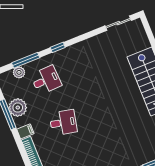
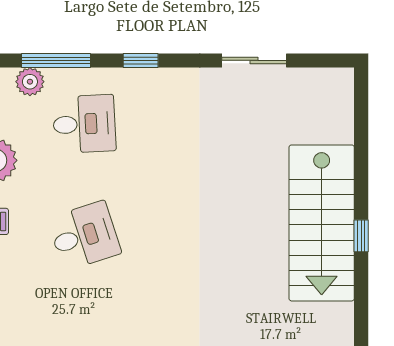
sliding door: (118, 23) -> (254, 60), moved
desk: (63, 123) -> (84, 236), turned -30

